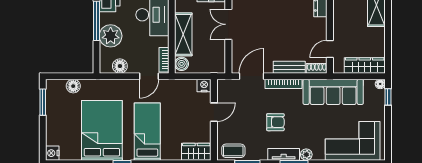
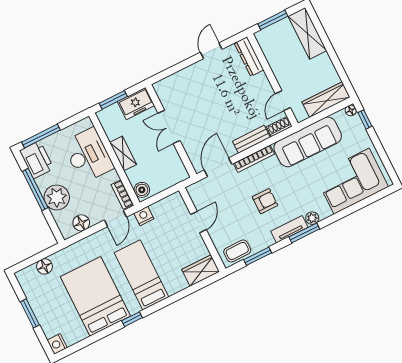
shelving: (183, 34) -> (123, 153), width x0.67, depth x0.75
nightstand: (204, 85) -> (144, 216), moved
window: (43, 102) -> (30, 313), moved

